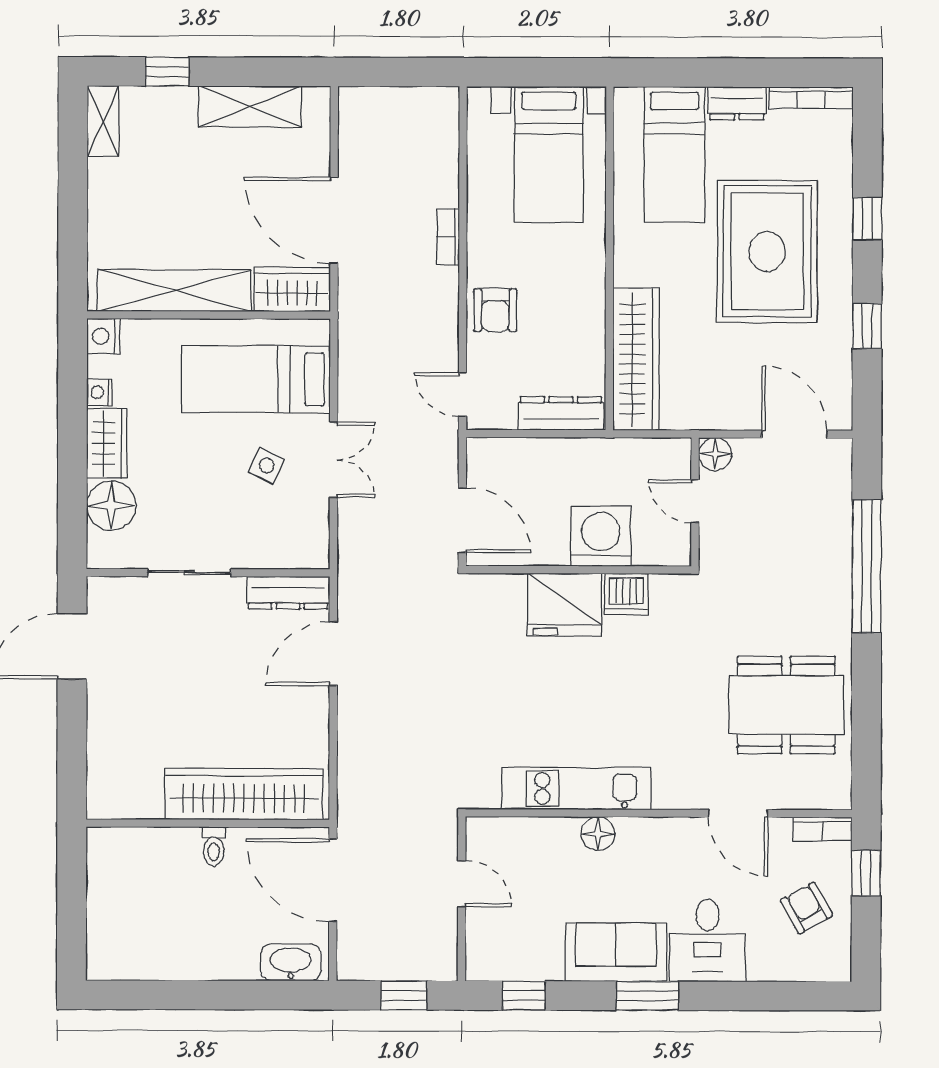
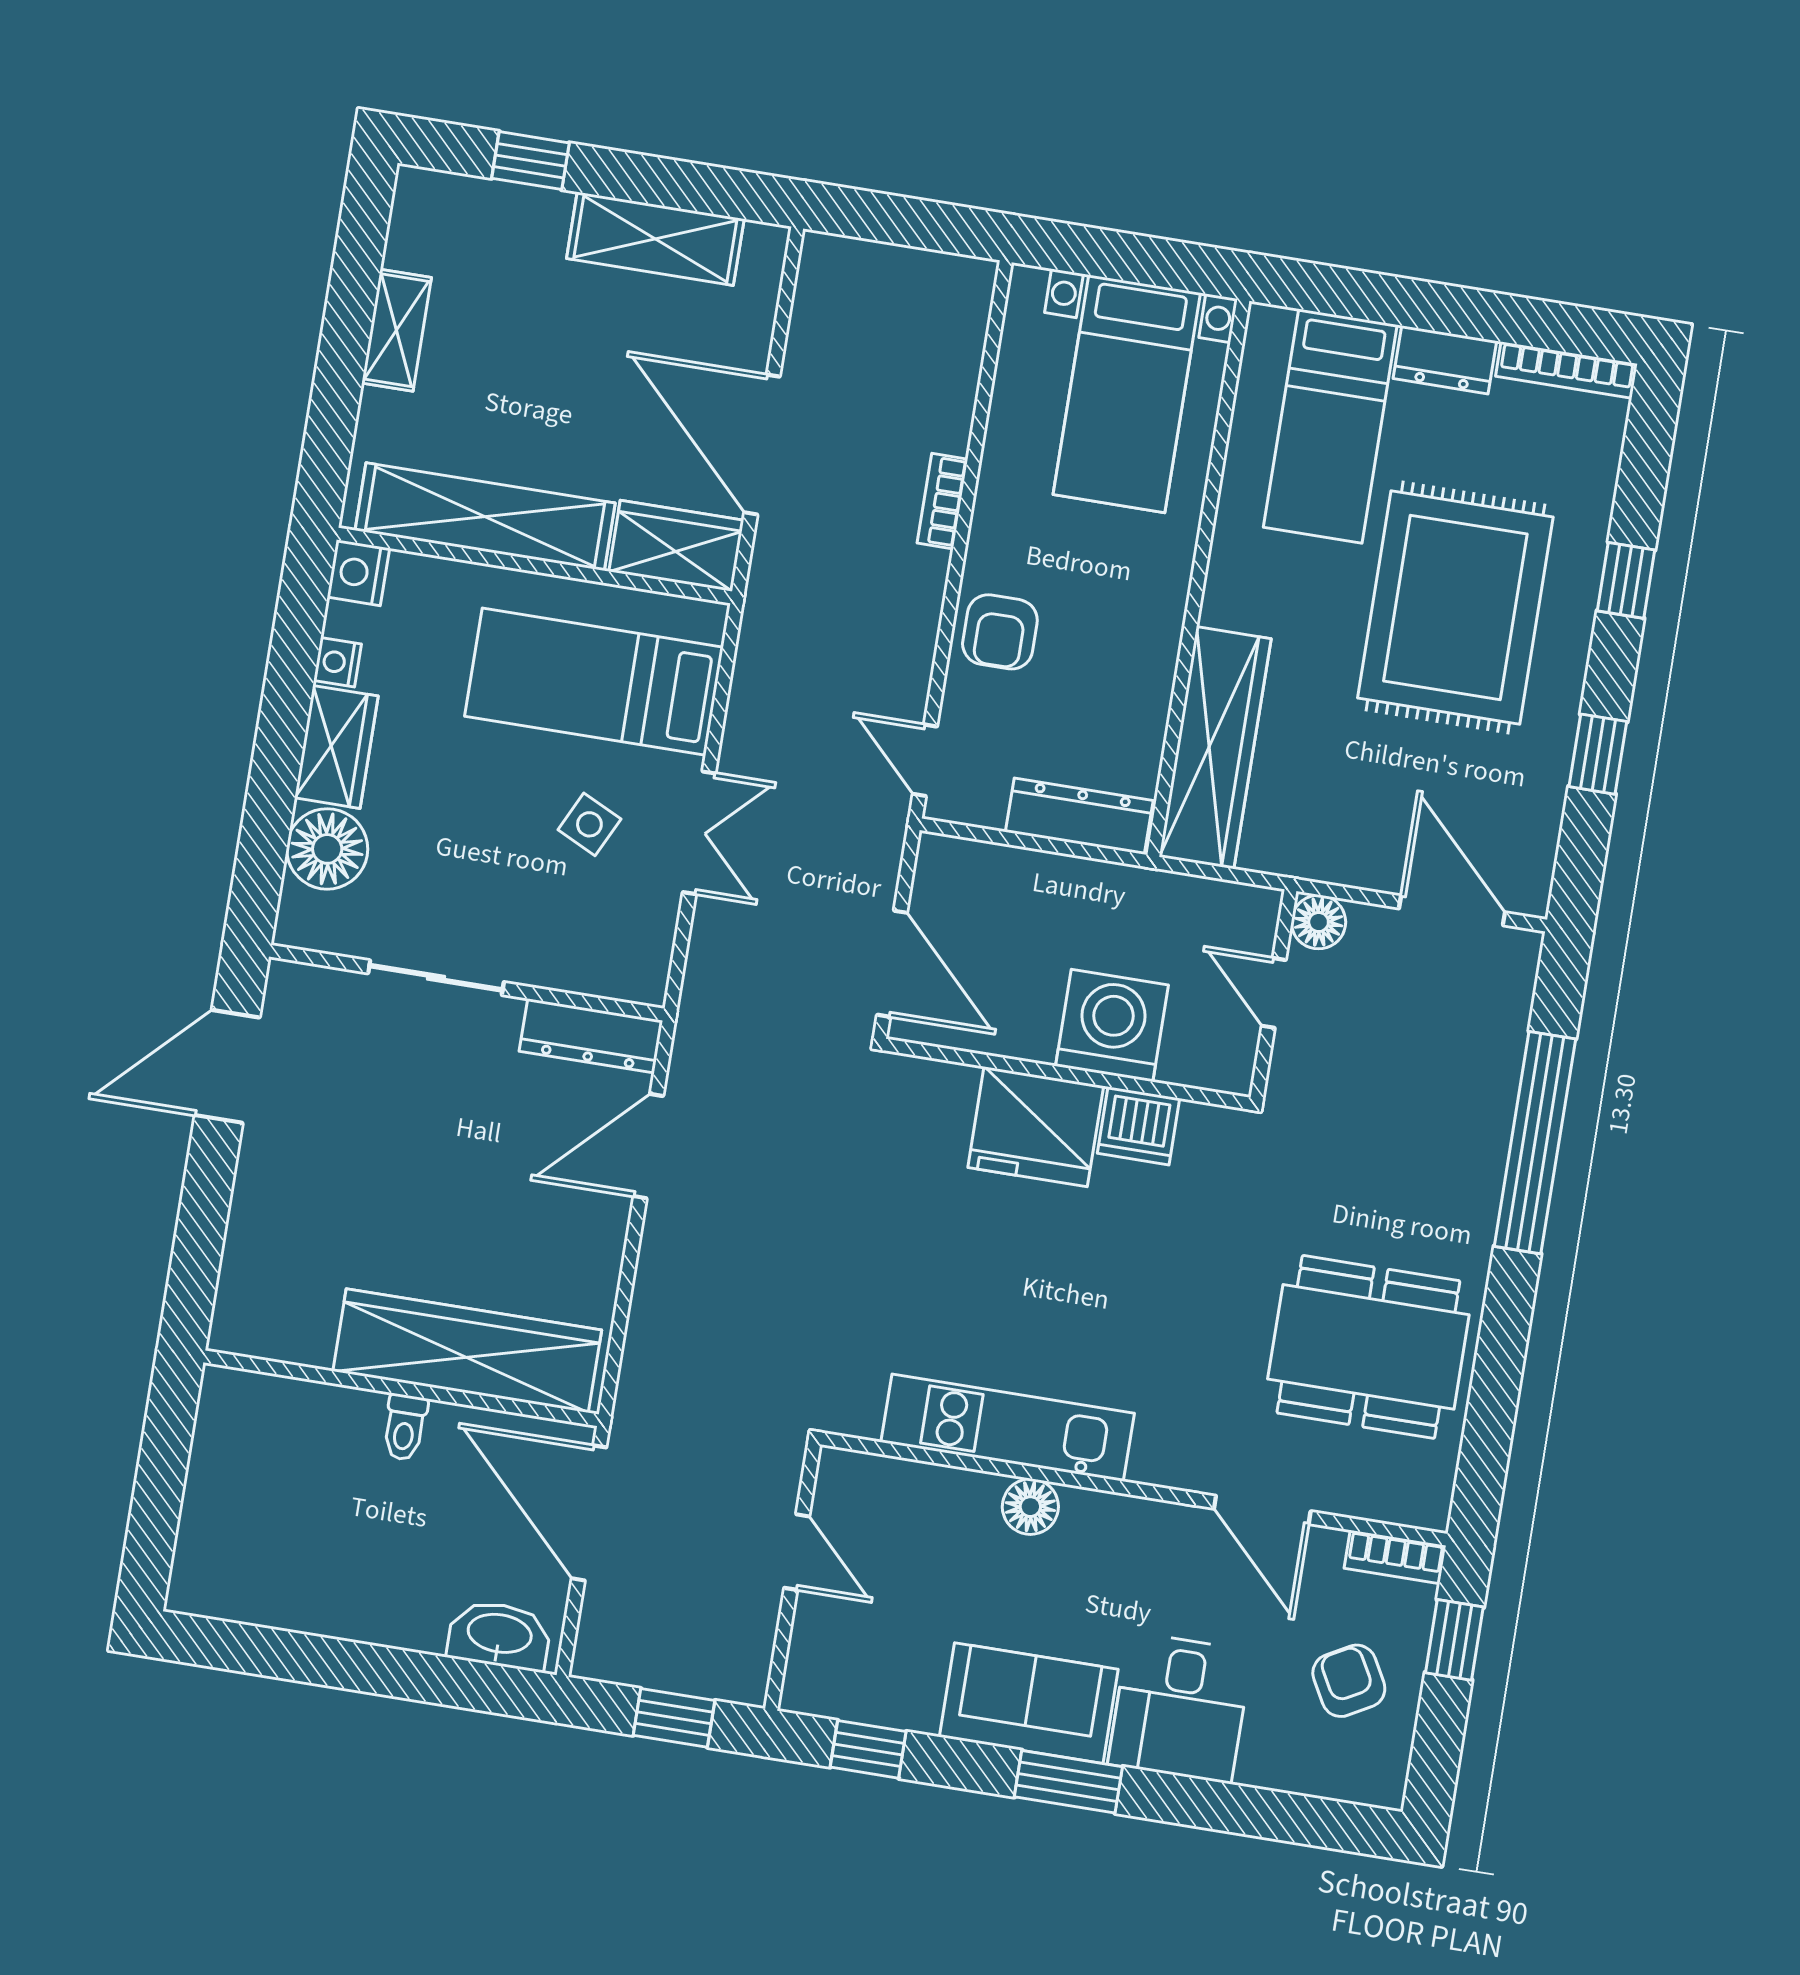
shelving: (103, 121) -> (397, 330), moved

